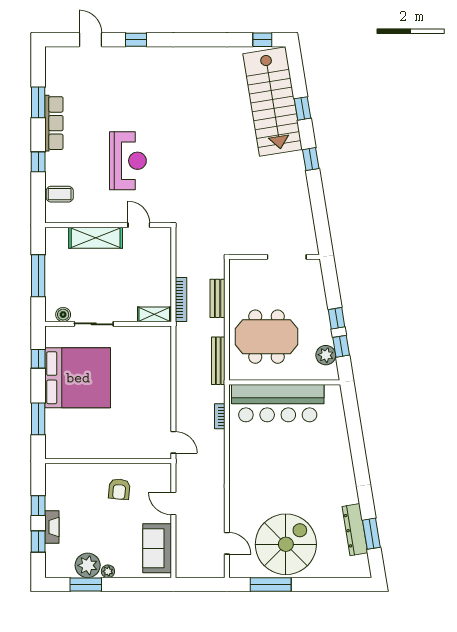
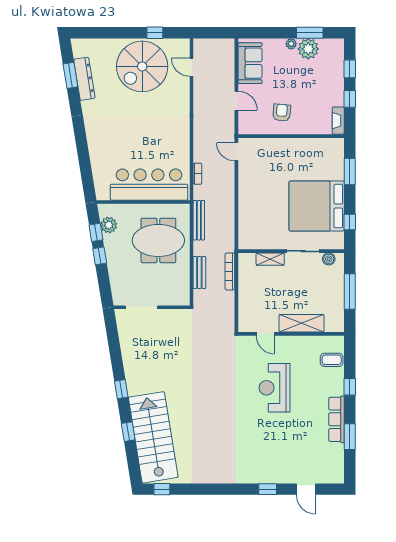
shelving: (154, 314) -> (270, 259), moved
fireplace: (52, 527) -> (338, 121), moved
window: (271, 585) -> (155, 33), width x0.46

